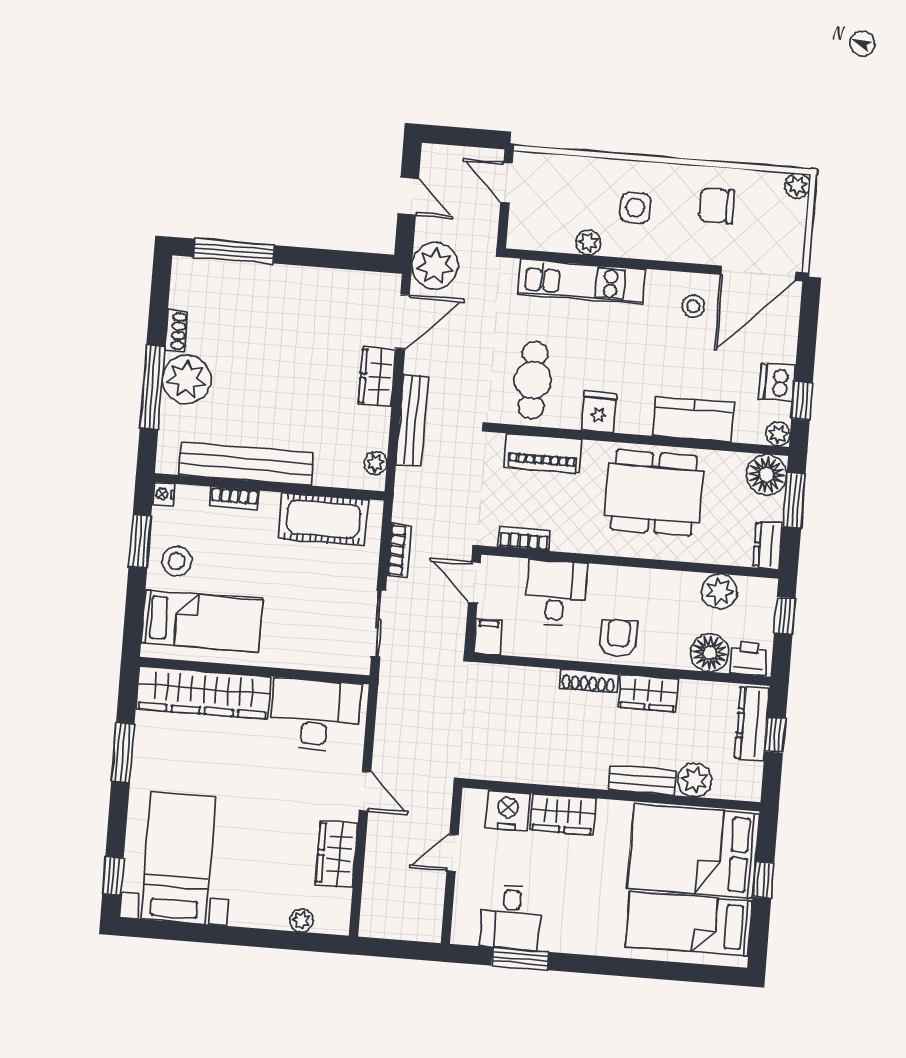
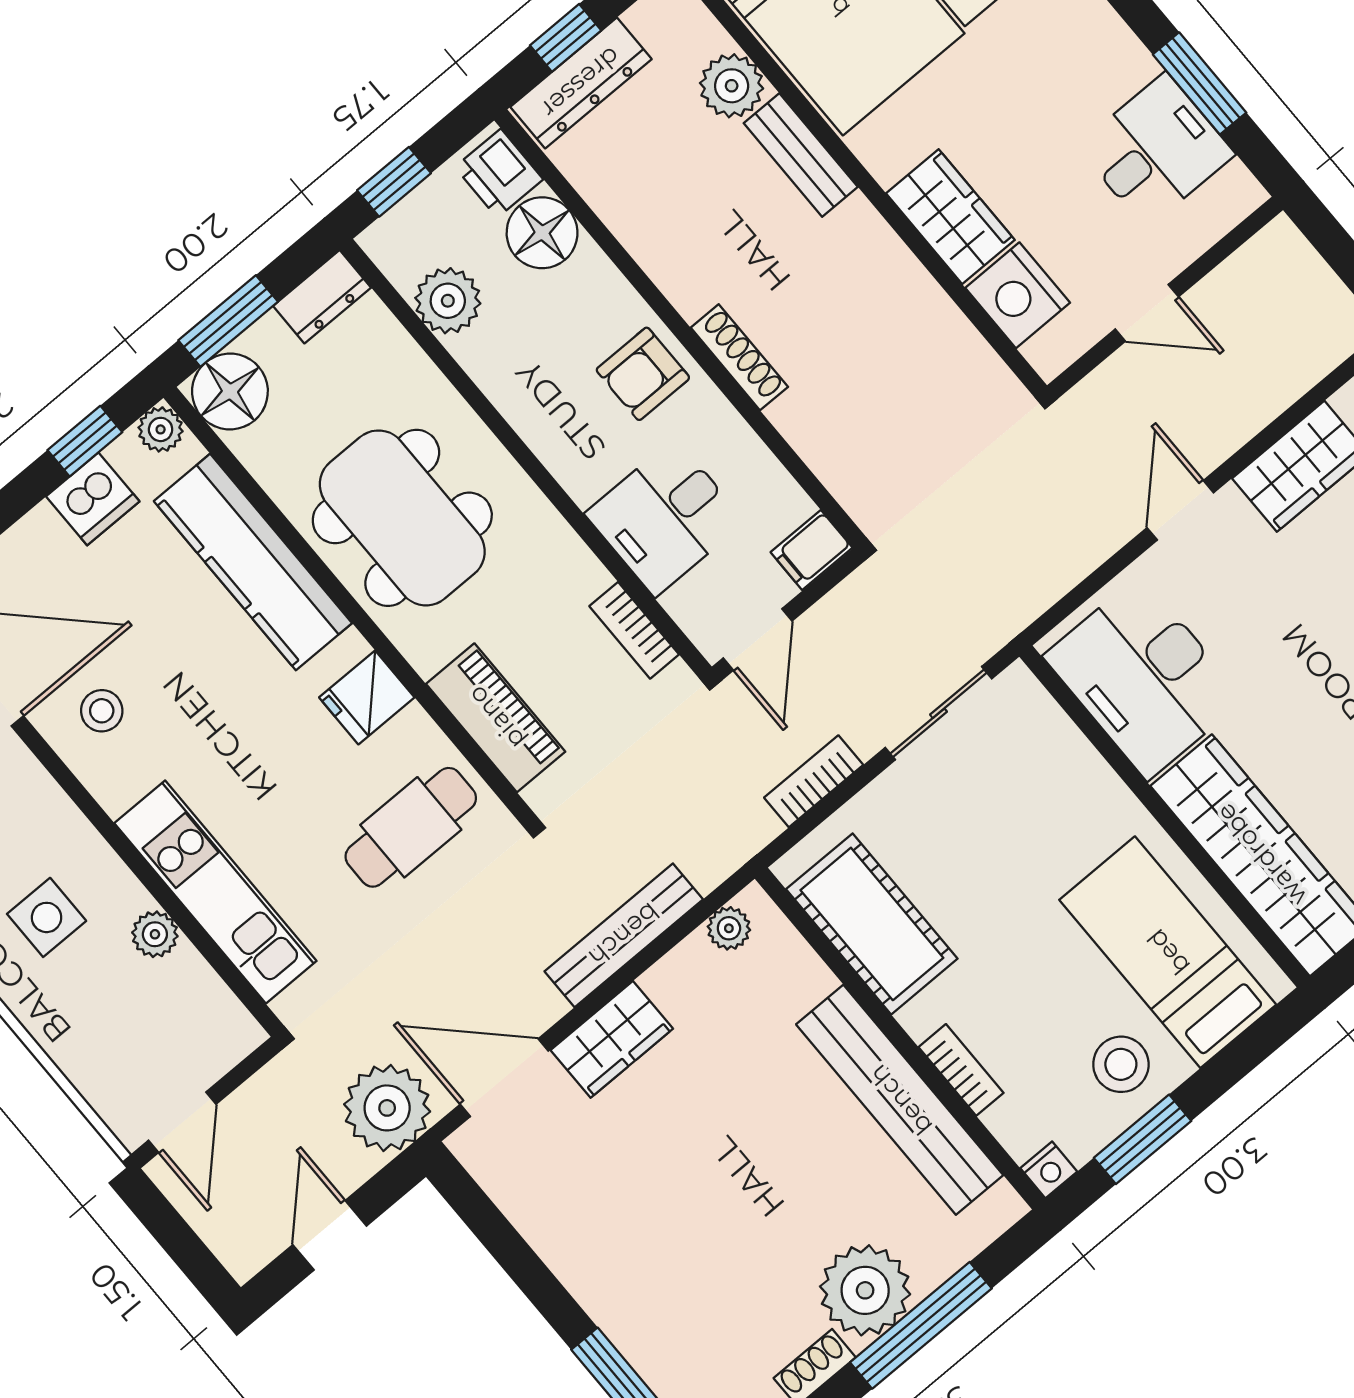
kitchen counter: (693, 419) -> (253, 562), width x1.50
wardrobe: (648, 693) -> (677, 263), removed

